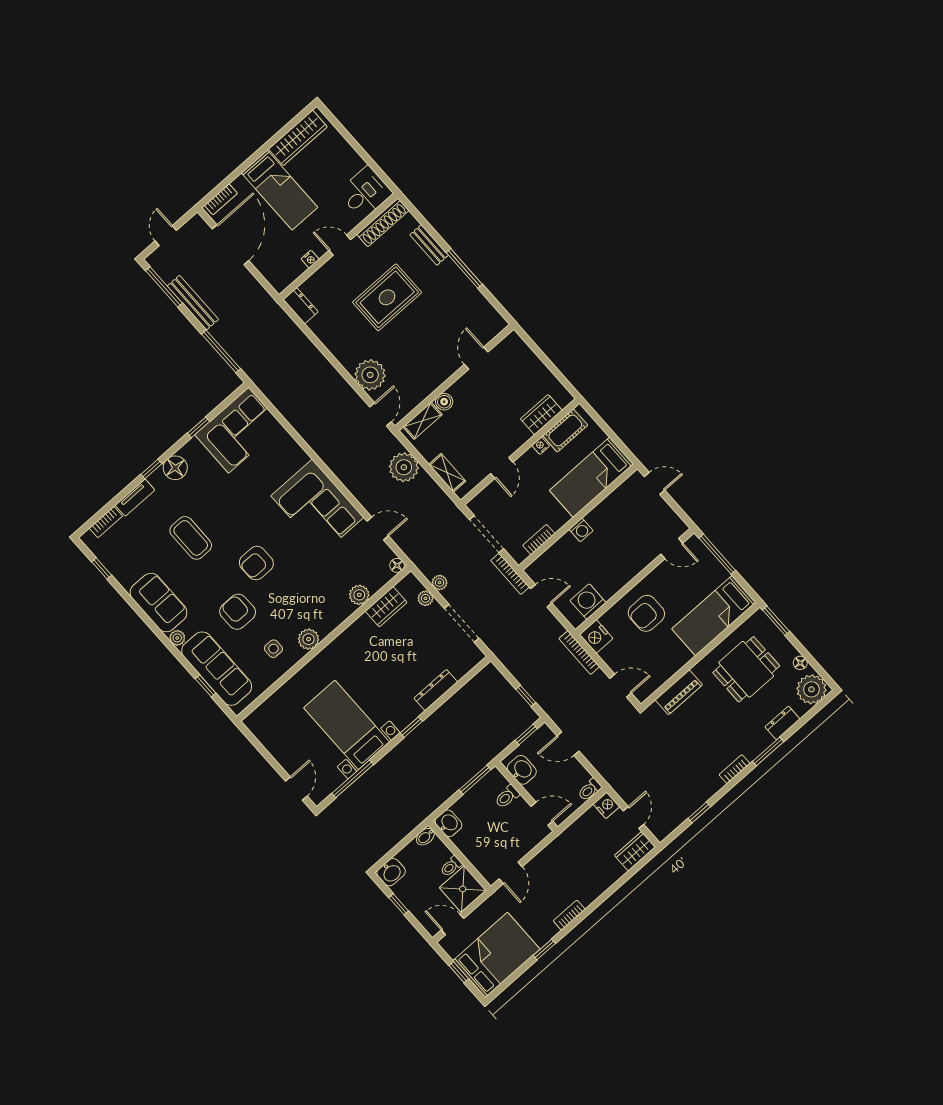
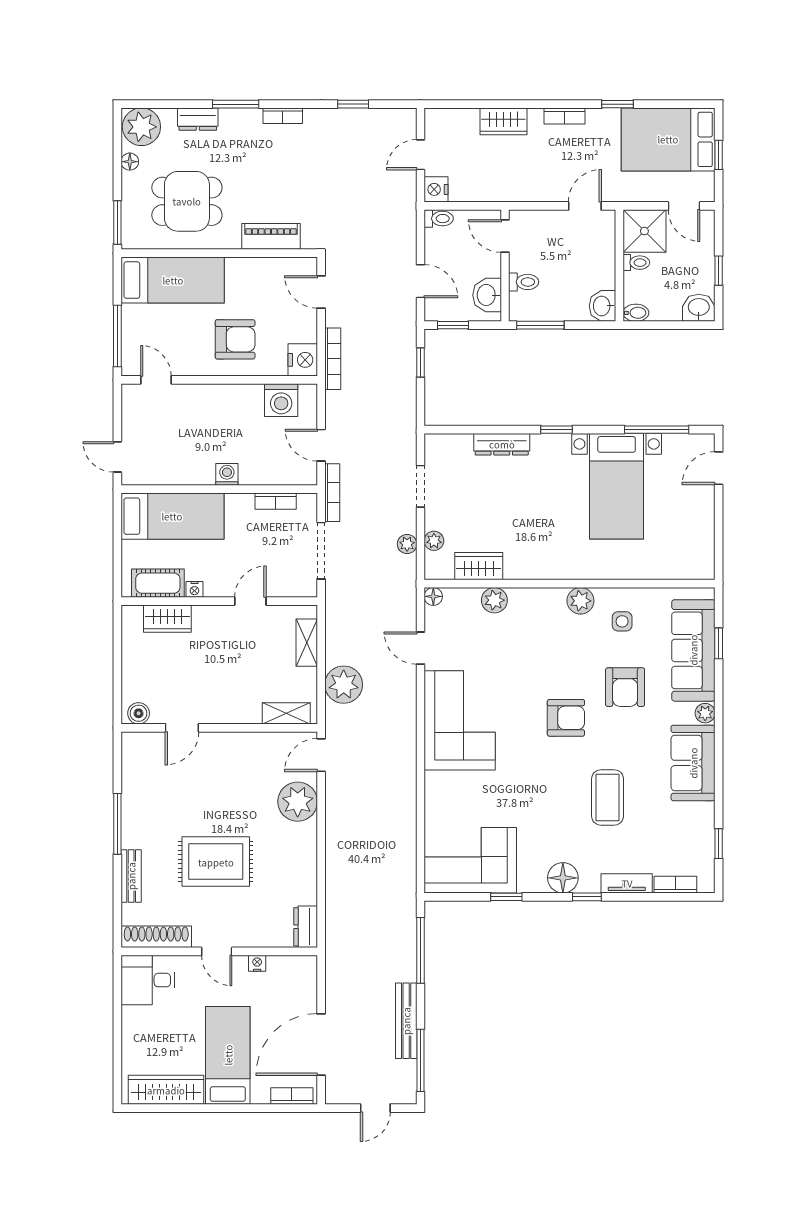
boiler: (444, 402) -> (139, 713), moved
doorway: (462, 623) -> (420, 486), width x0.73
wardrobe: (635, 851) -> (503, 121), moved

